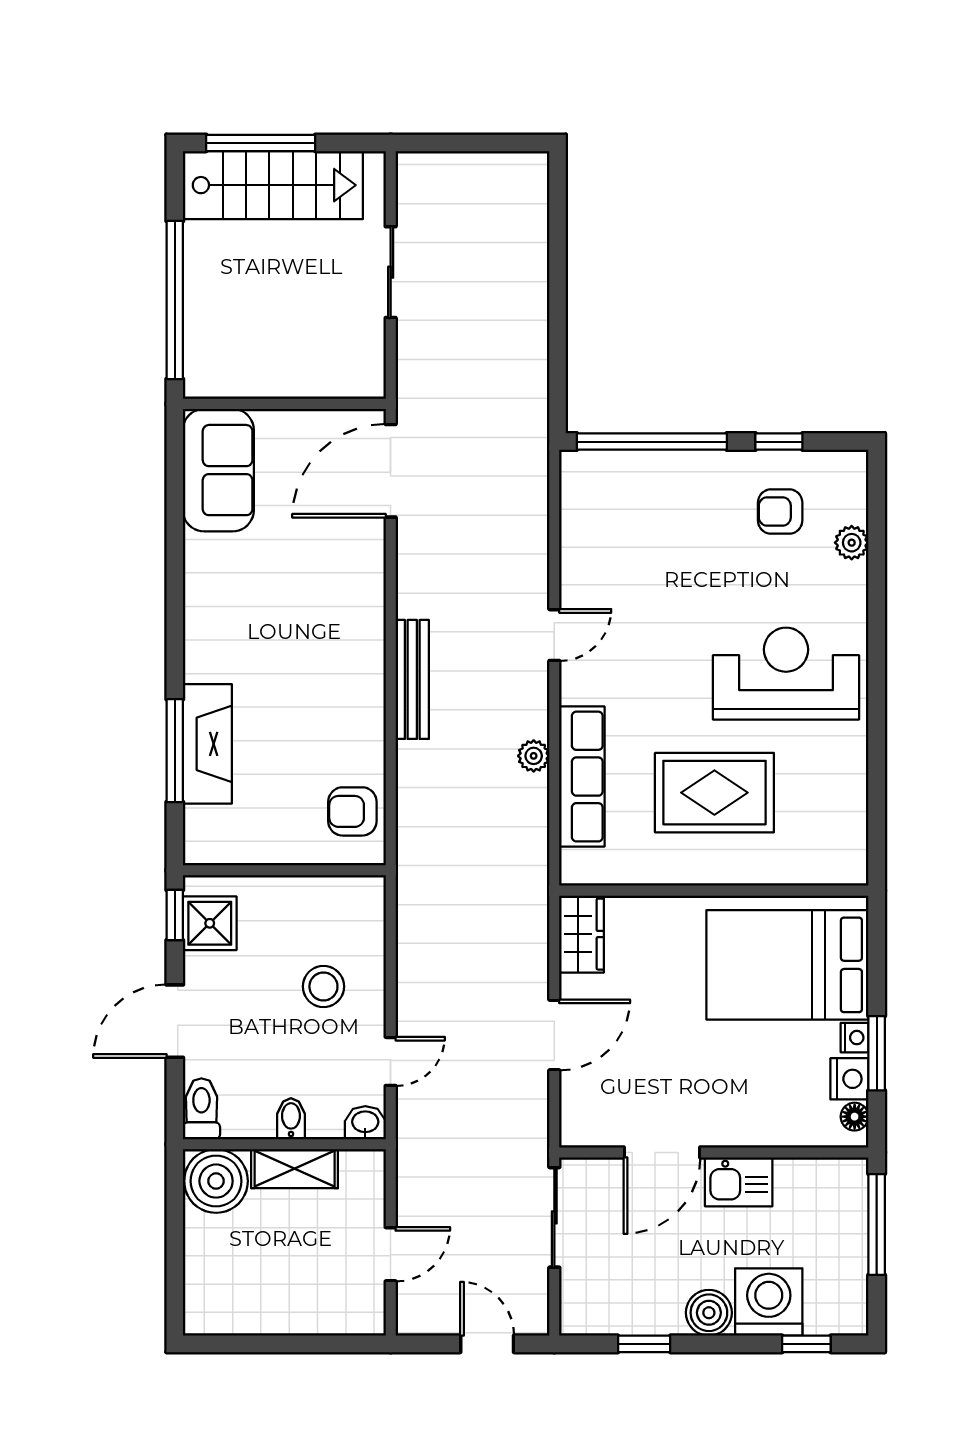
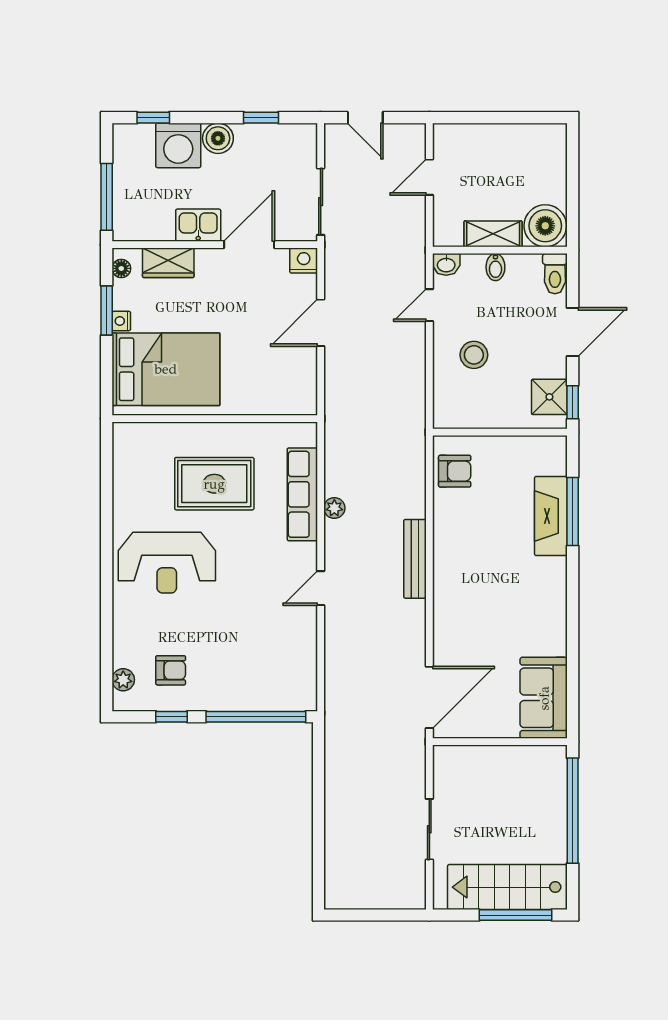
plant: (852, 543) -> (123, 680), moved
wardrobe: (582, 934) -> (168, 263), moved, turned -90
nightstand: (849, 1079) -> (304, 261), moved, turned 90

